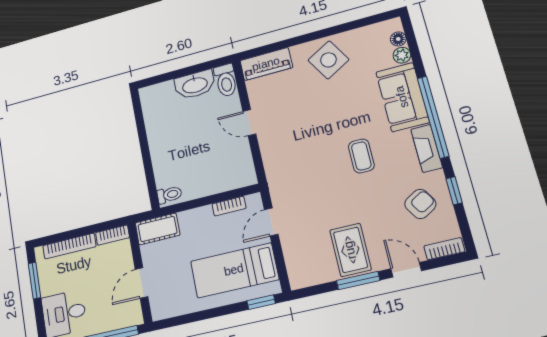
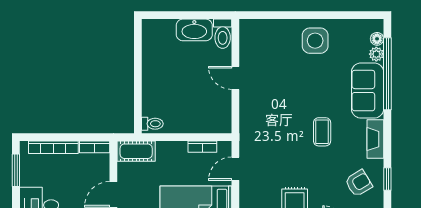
side table: (328, 60) -> (315, 41), turned 30
piano: (266, 64) -> (261, 29), removed
window: (433, 117) -> (387, 74), moved

